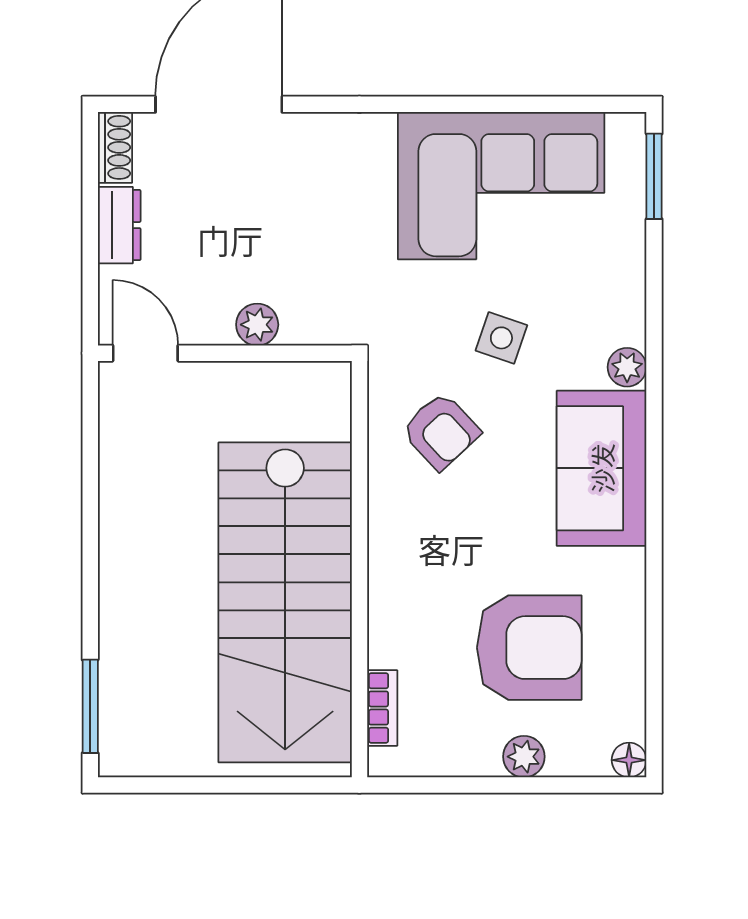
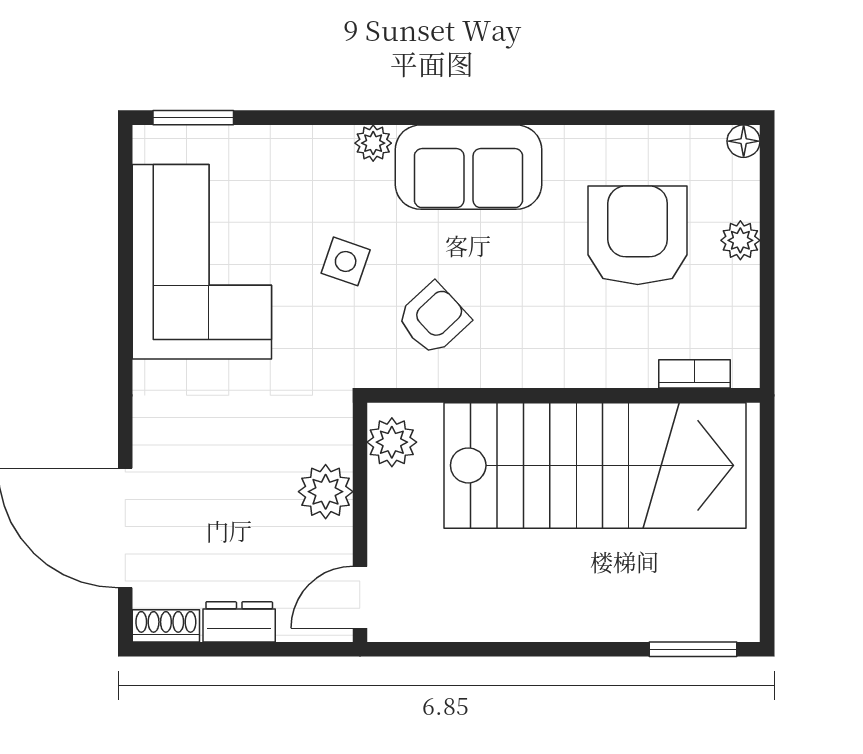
plant: (257, 325) -> (326, 492), width x1.38, depth x1.38
plant: (310, 387) -> (392, 442), added

